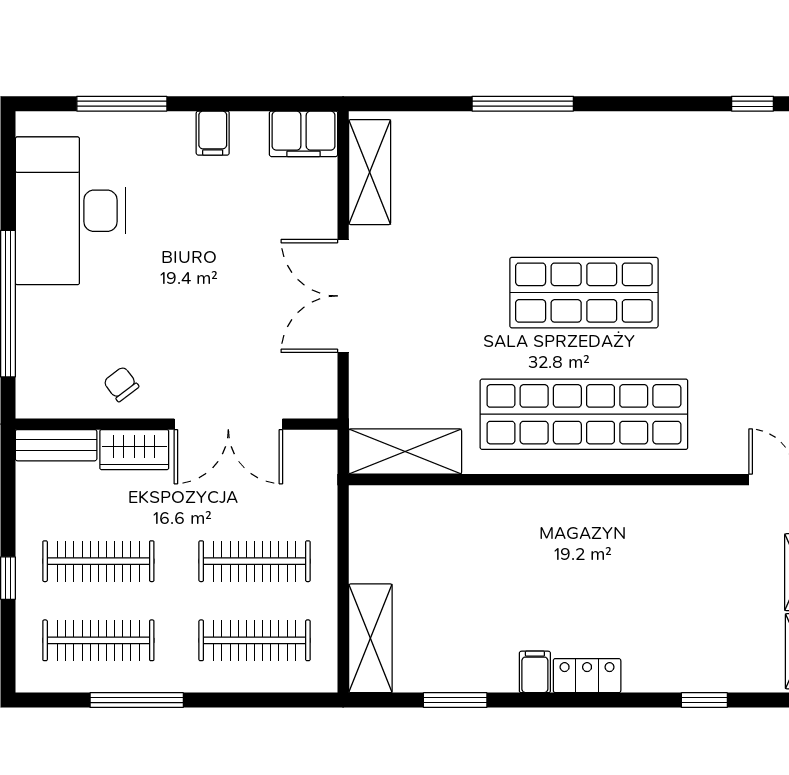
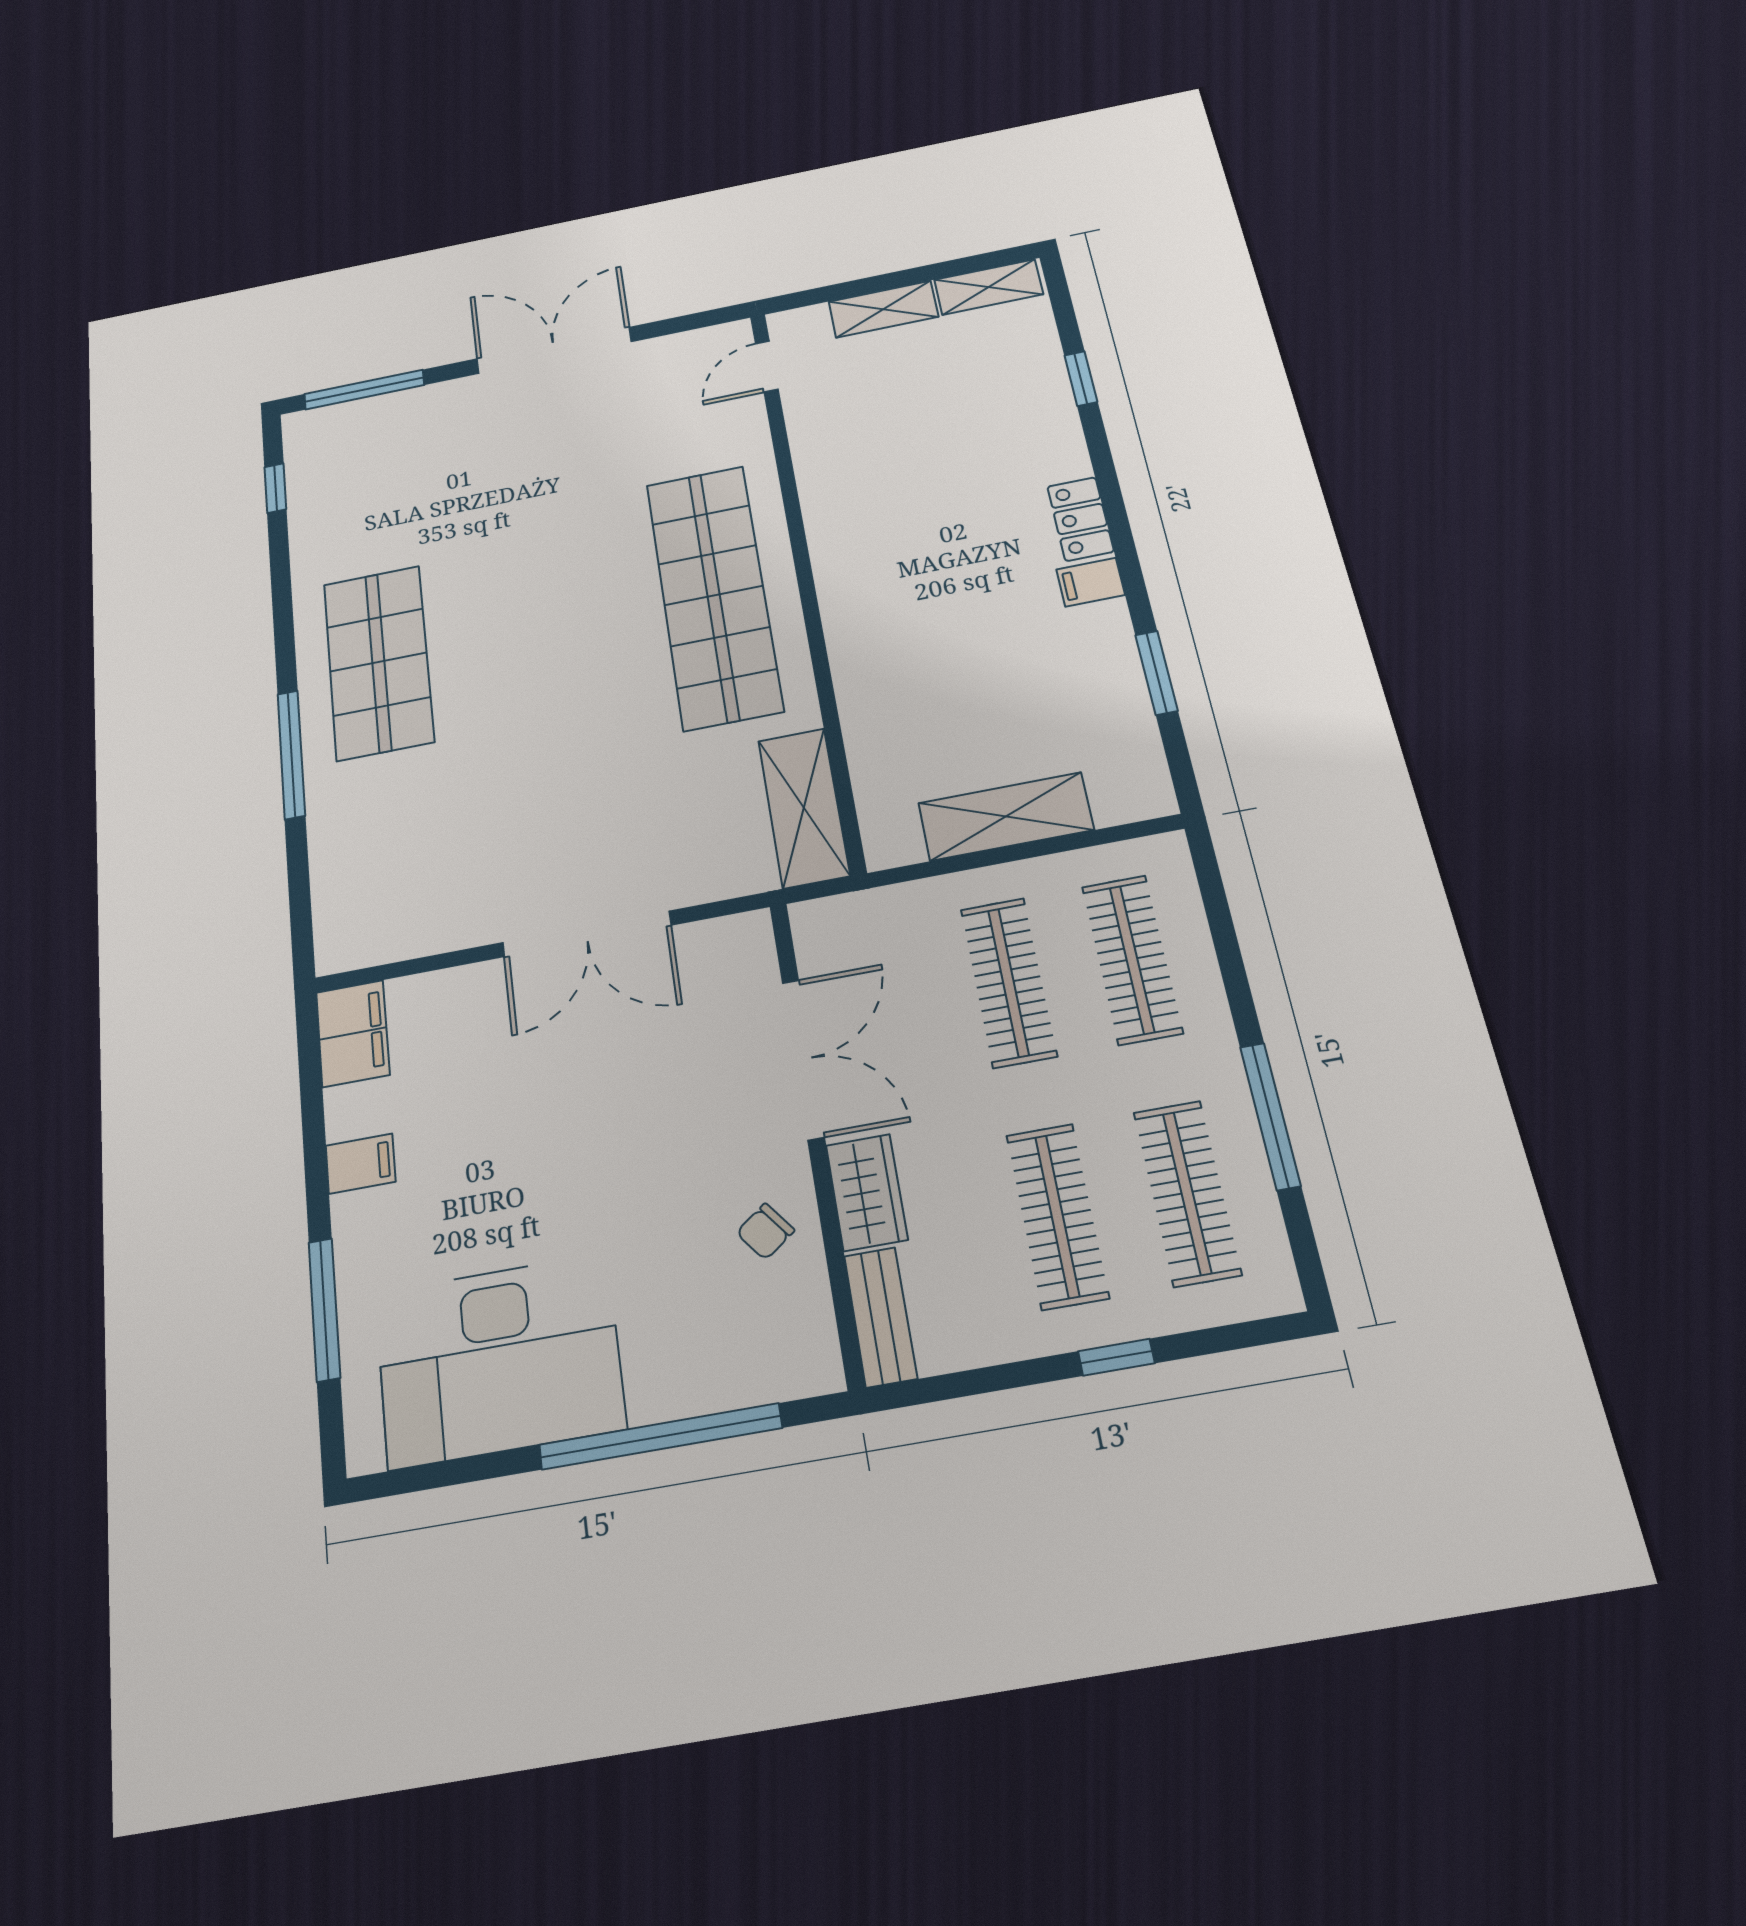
shelving: (370, 172) -> (402, 932), removed
shop shelf: (584, 293) -> (378, 662), moved
shelving: (370, 638) -> (1006, 817), moved

